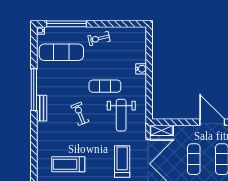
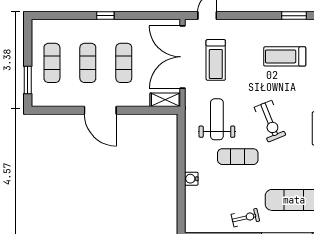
exercise bike: (80, 114) -> (270, 121), width x1.38, depth x1.39
treadmill: (68, 164) -> (285, 56), turned 180

